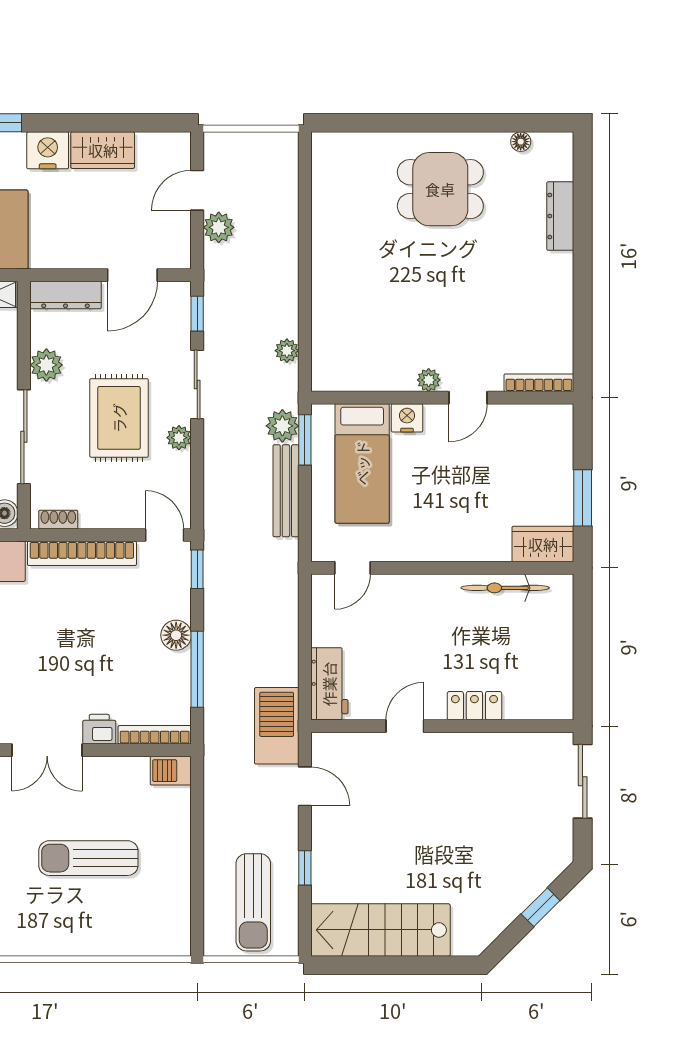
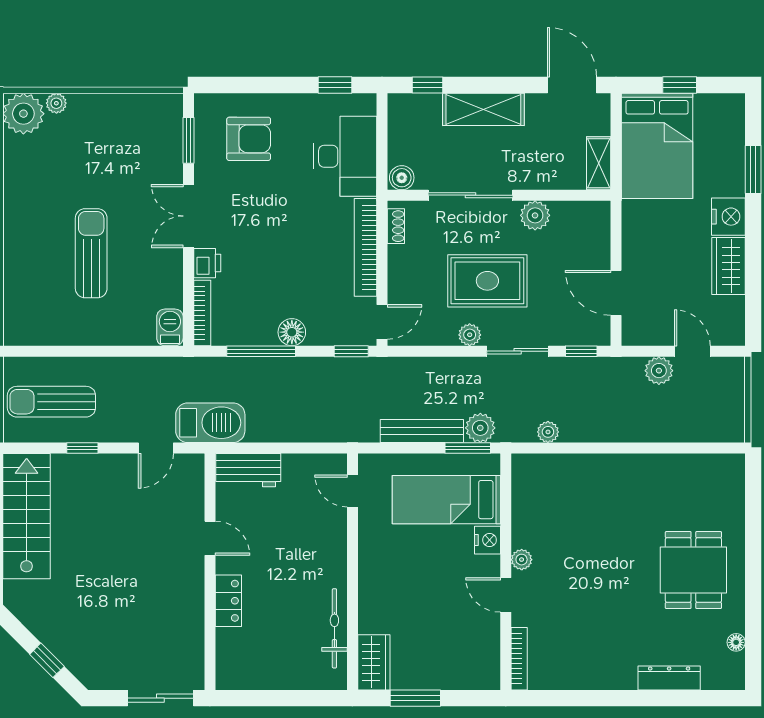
dresser: (65, 295) -> (598, 233), removed

